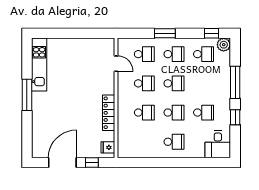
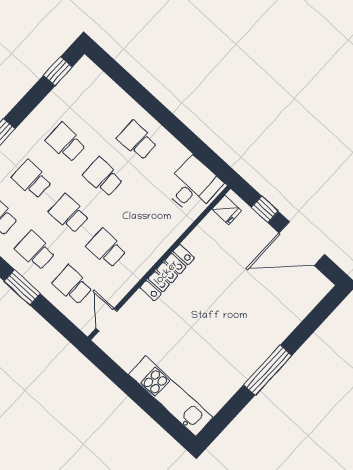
door: (116, 64) -> (107, 320), moved
kitchen unit: (39, 65) -> (171, 396), moved, turned 90
locker: (109, 113) -> (167, 273), moved
school desk: (144, 113) -> (32, 179), moved
window: (235, 117) -> (58, 71), moved
desk: (218, 144) -> (193, 186), moved

